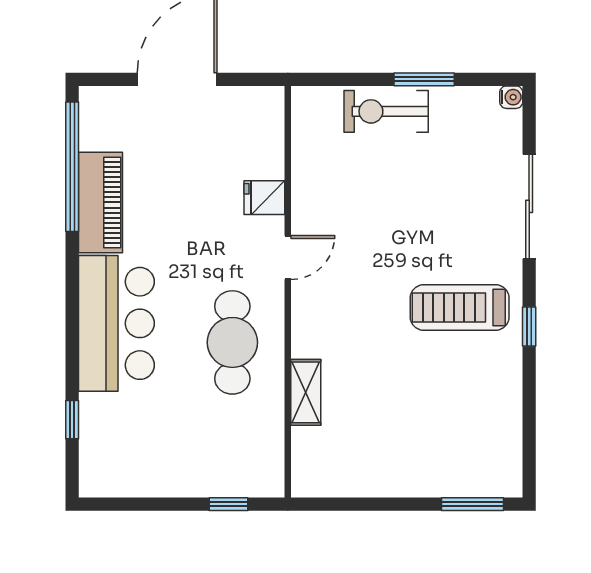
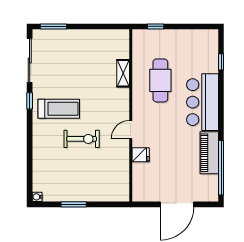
exercise bike: (386, 111) -> (82, 139), moved
sliding door: (529, 206) -> (30, 61), moved
cafe table: (232, 342) -> (160, 80), moved

